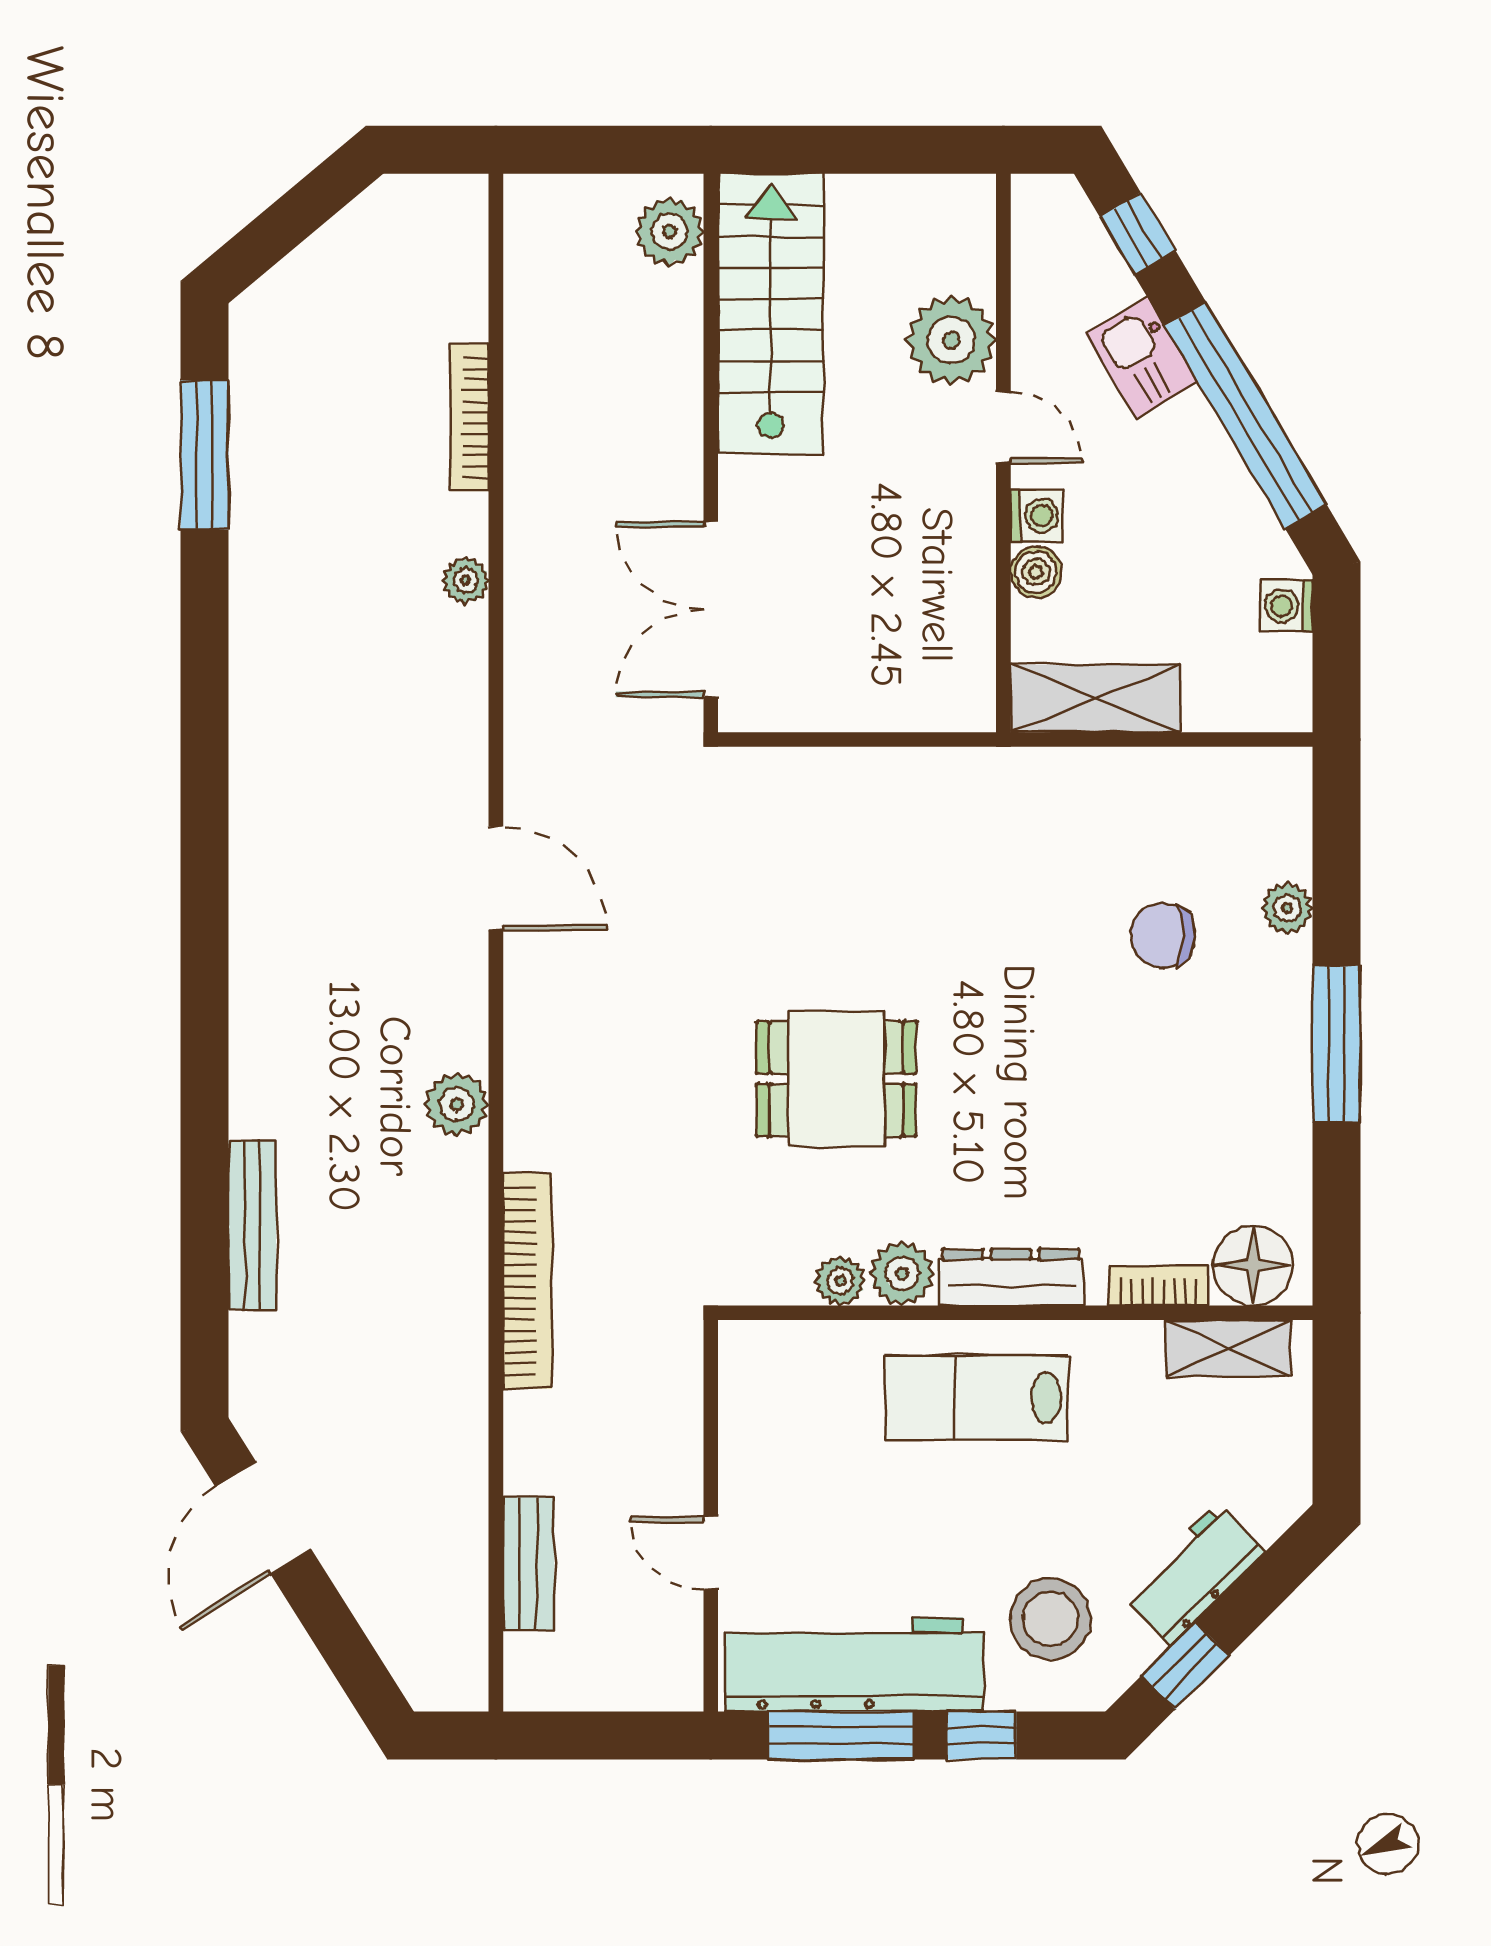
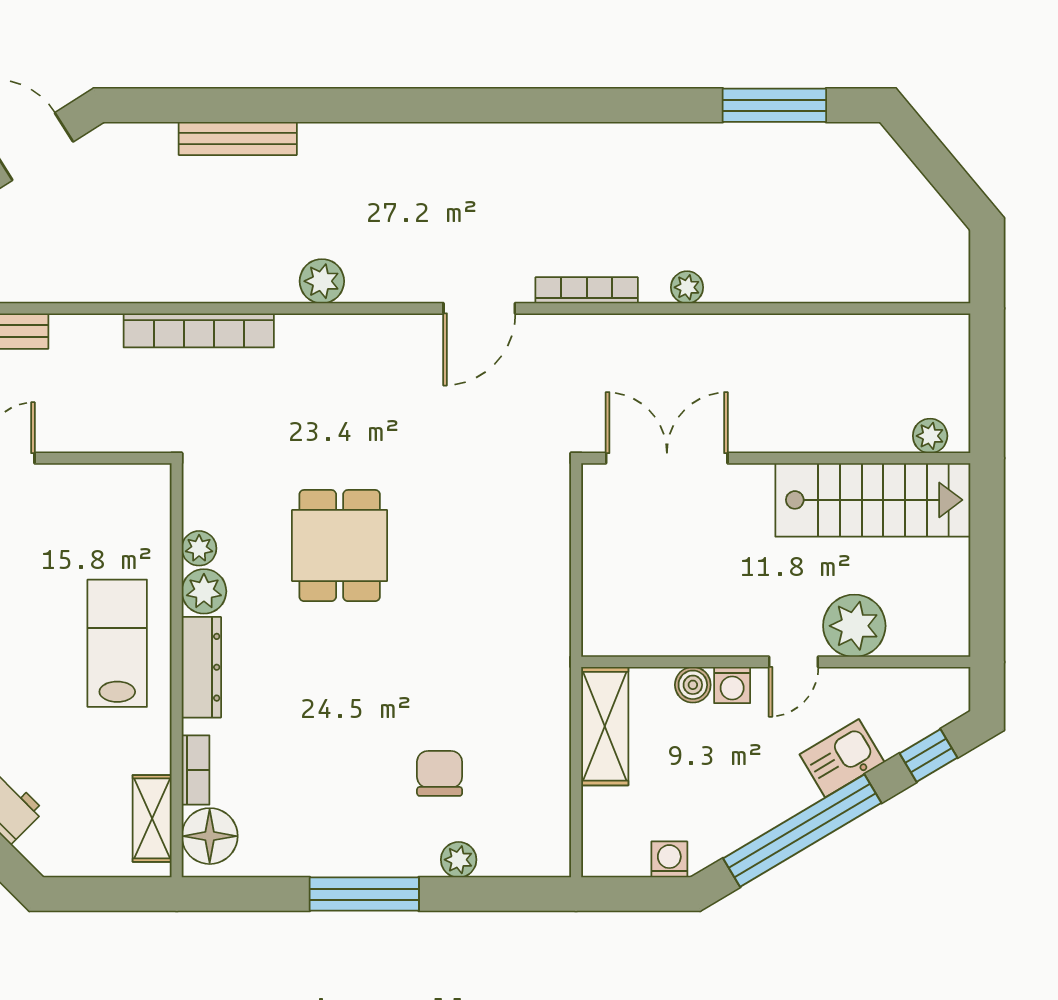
plant: (670, 231) -> (930, 436), width x0.73, depth x0.73
bookcase: (470, 418) -> (587, 290), moved

